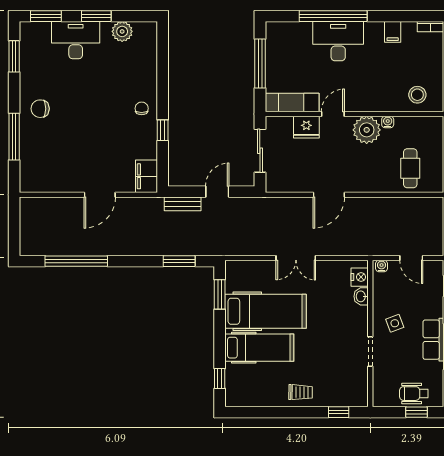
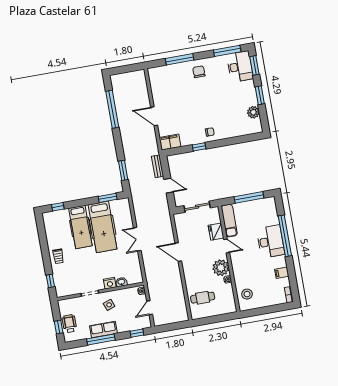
desk: (76, 40) -> (240, 66), moved
window: (14, 56) -> (227, 51), width x1.44
nightstand: (360, 277) -> (110, 283), moved

